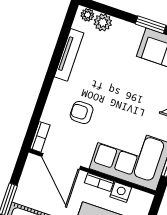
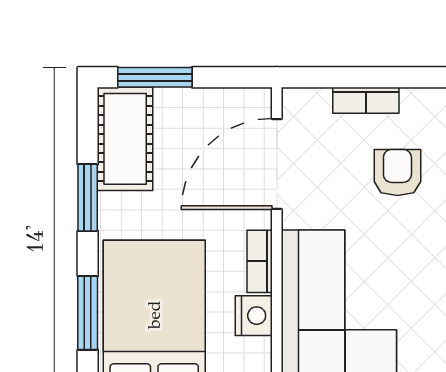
bookcase: (40, 137) -> (366, 100), moved

